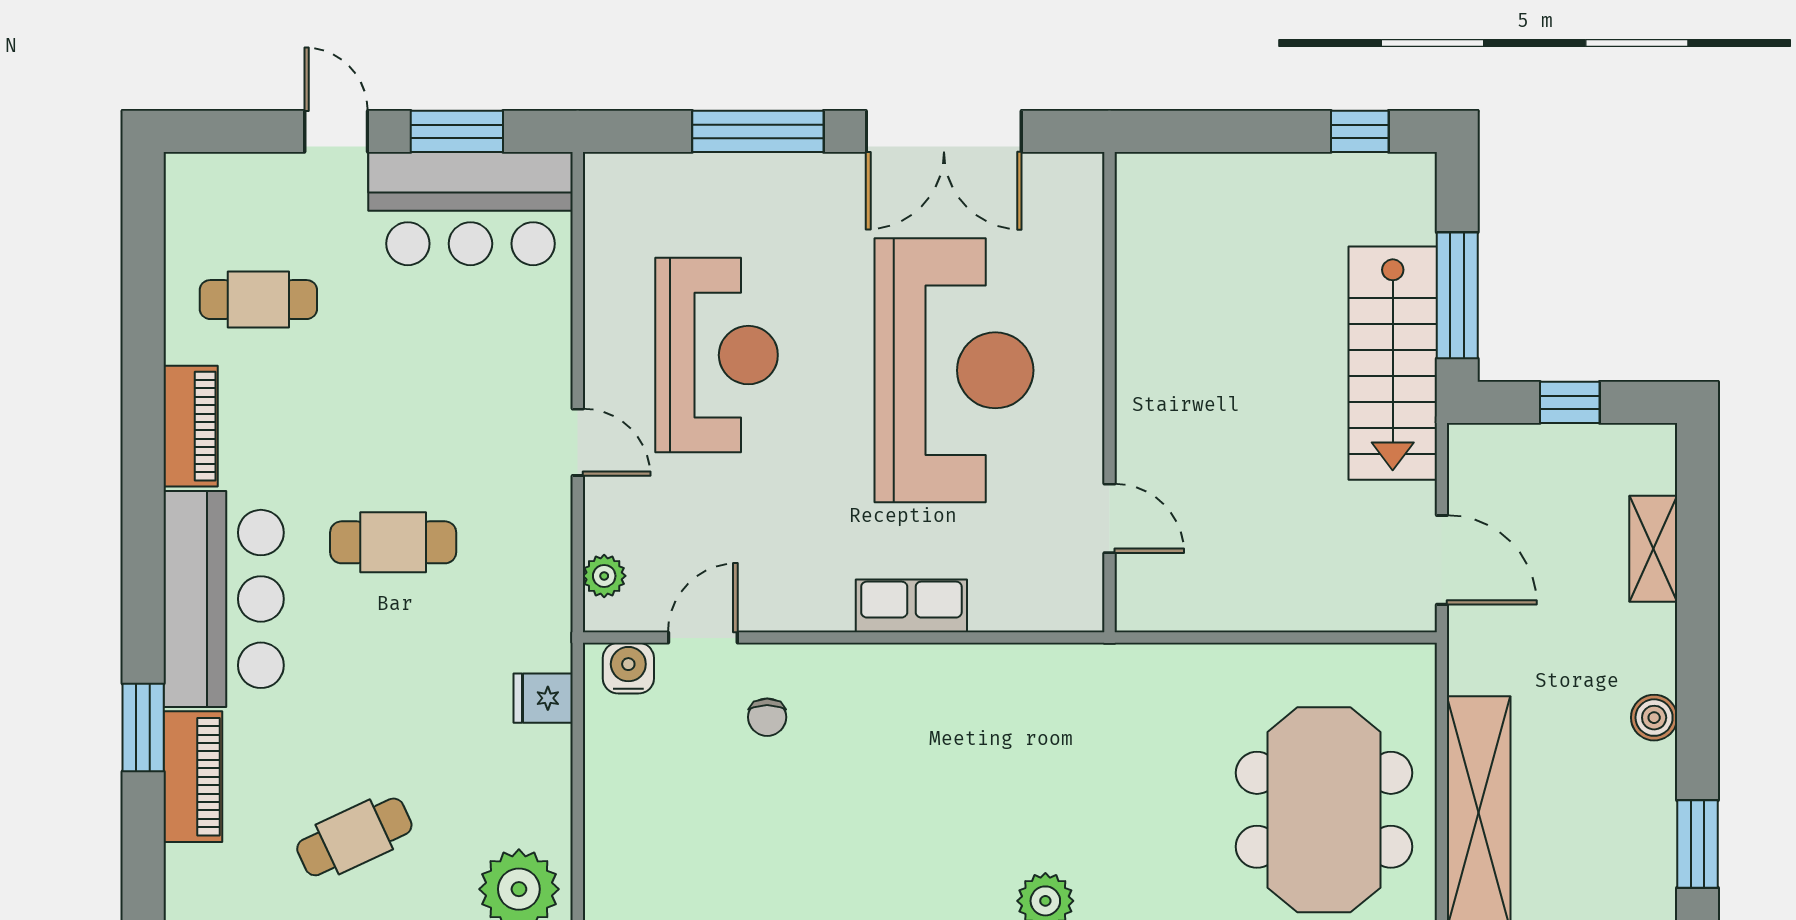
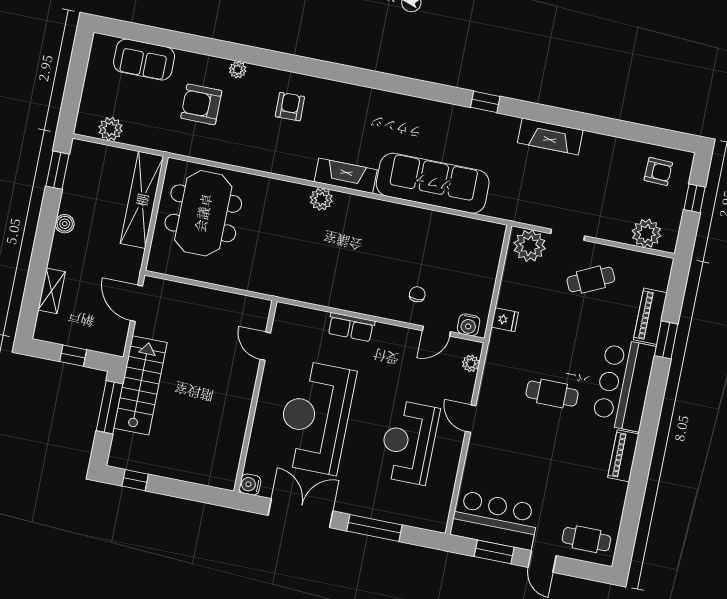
water cooler: (1080, 176) -> (250, 484), added
cafe table: (258, 300) -> (586, 539), moved

